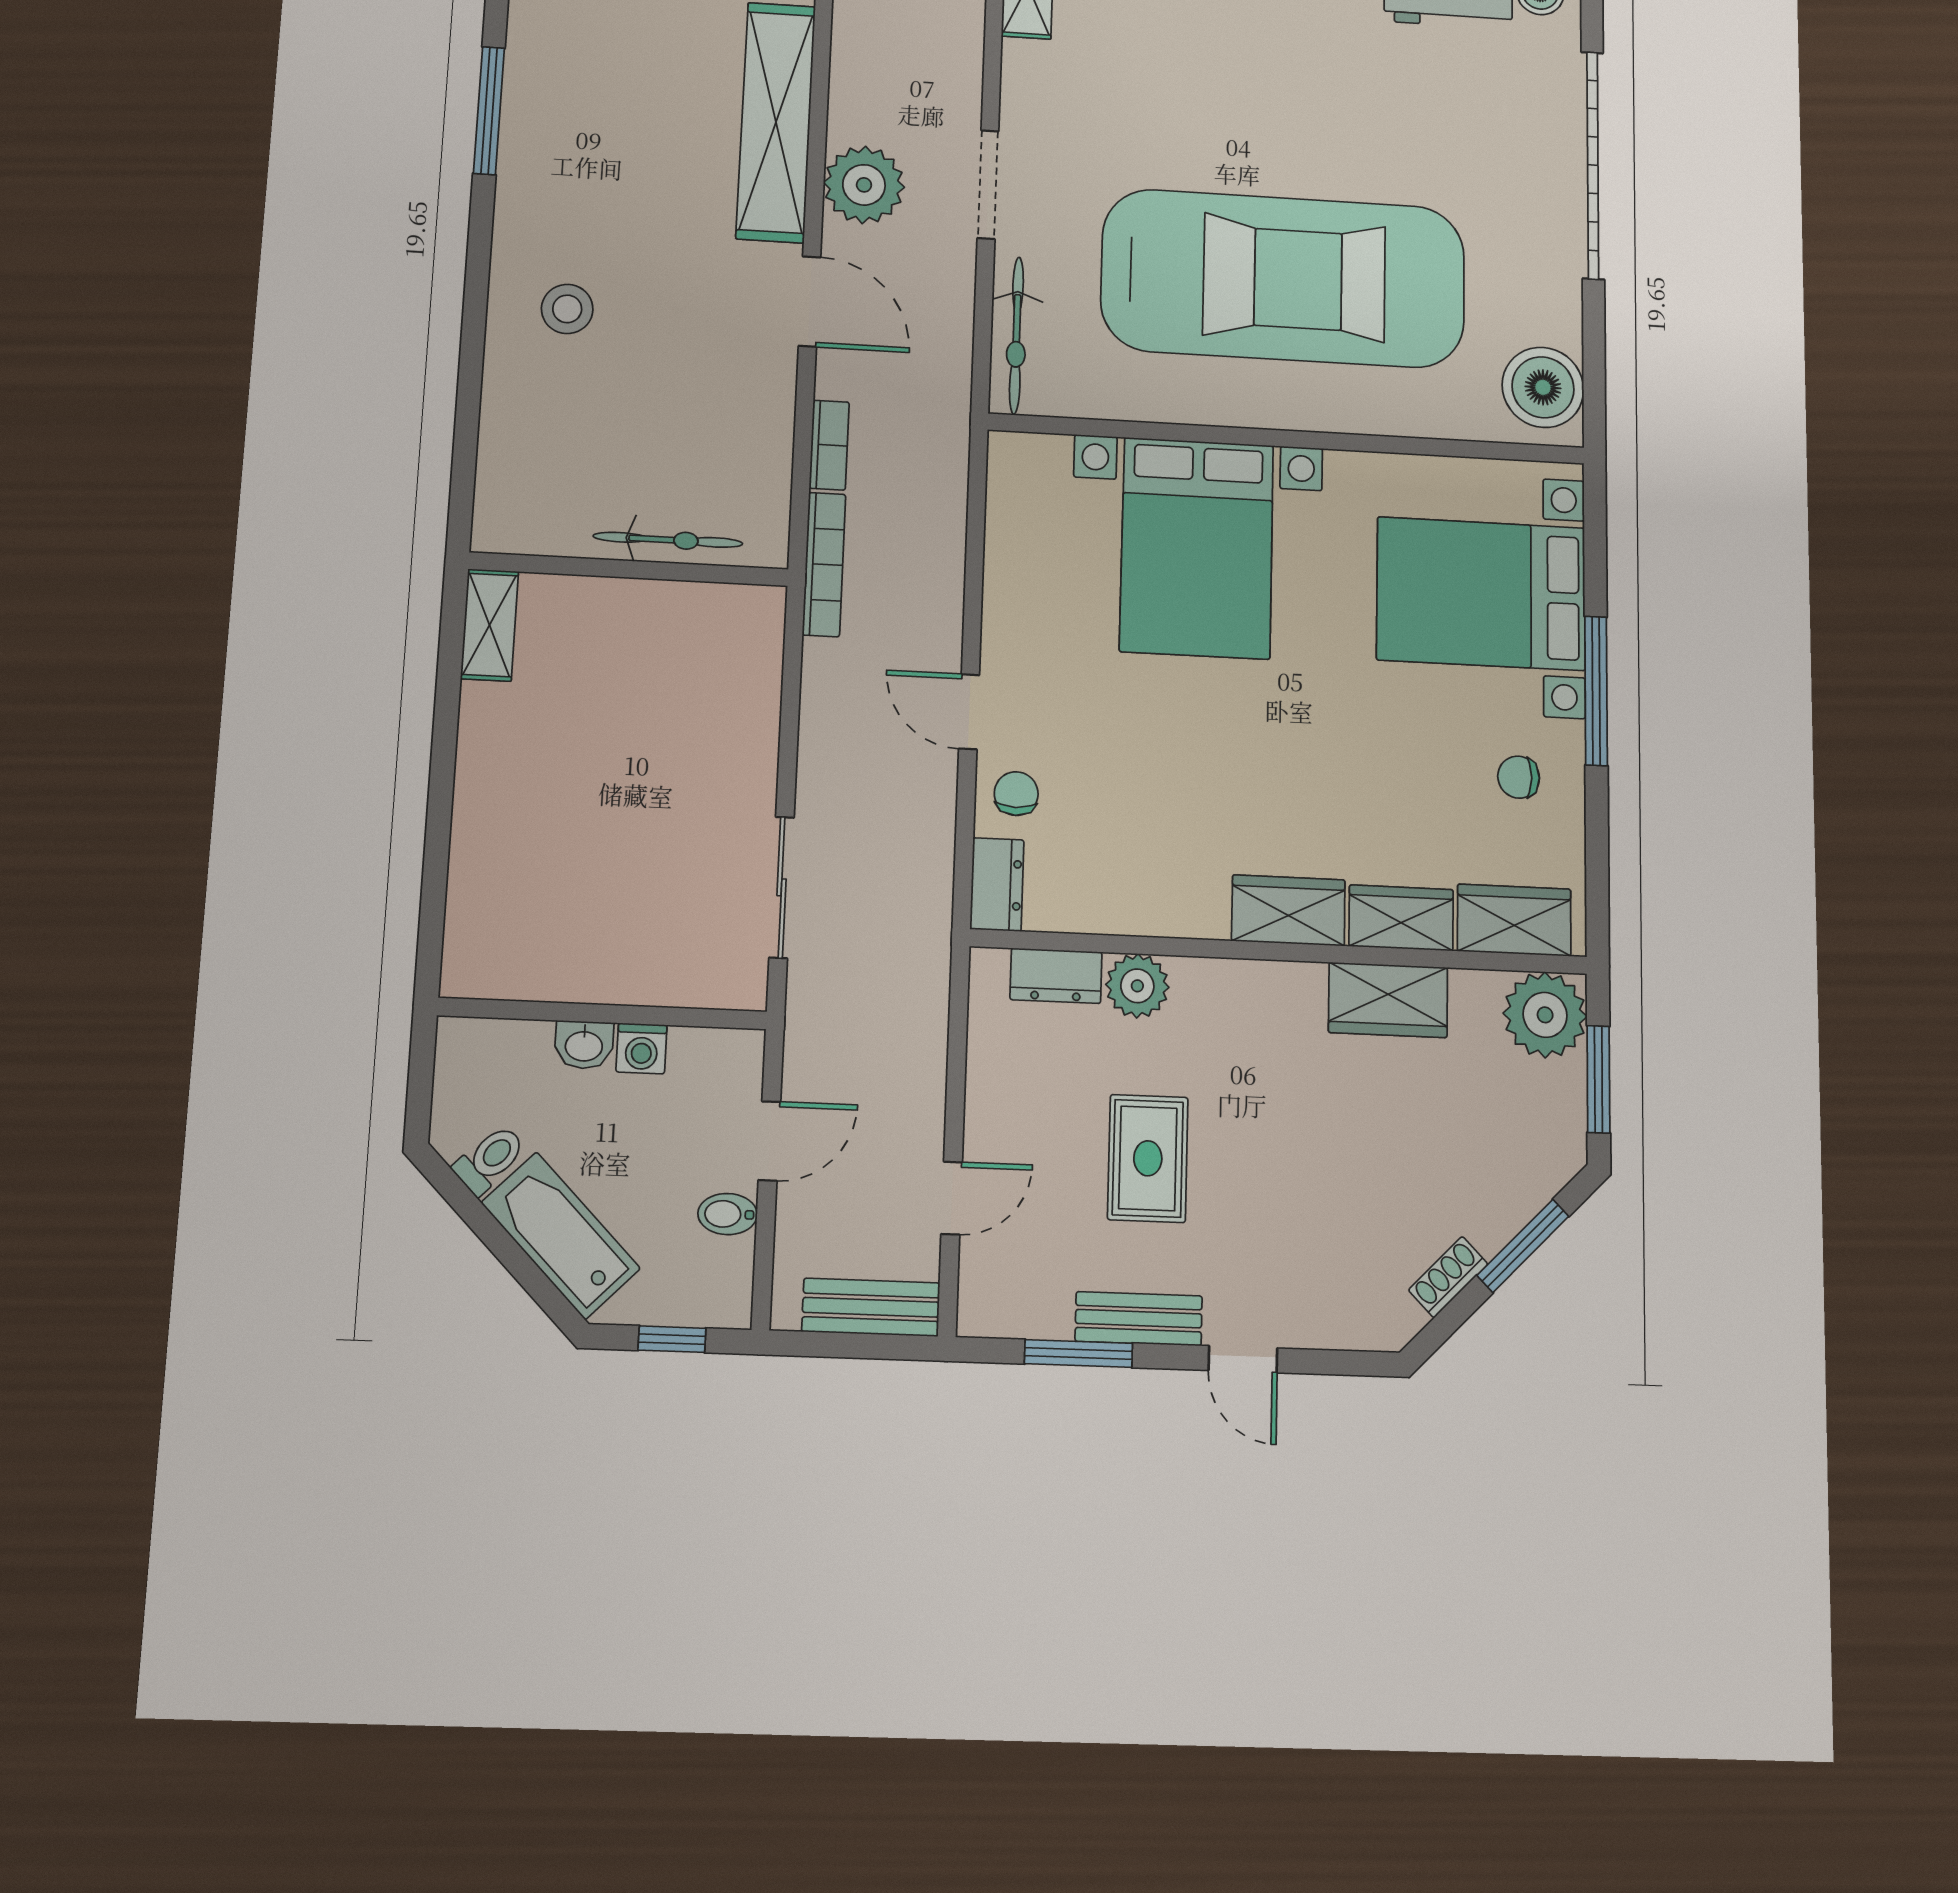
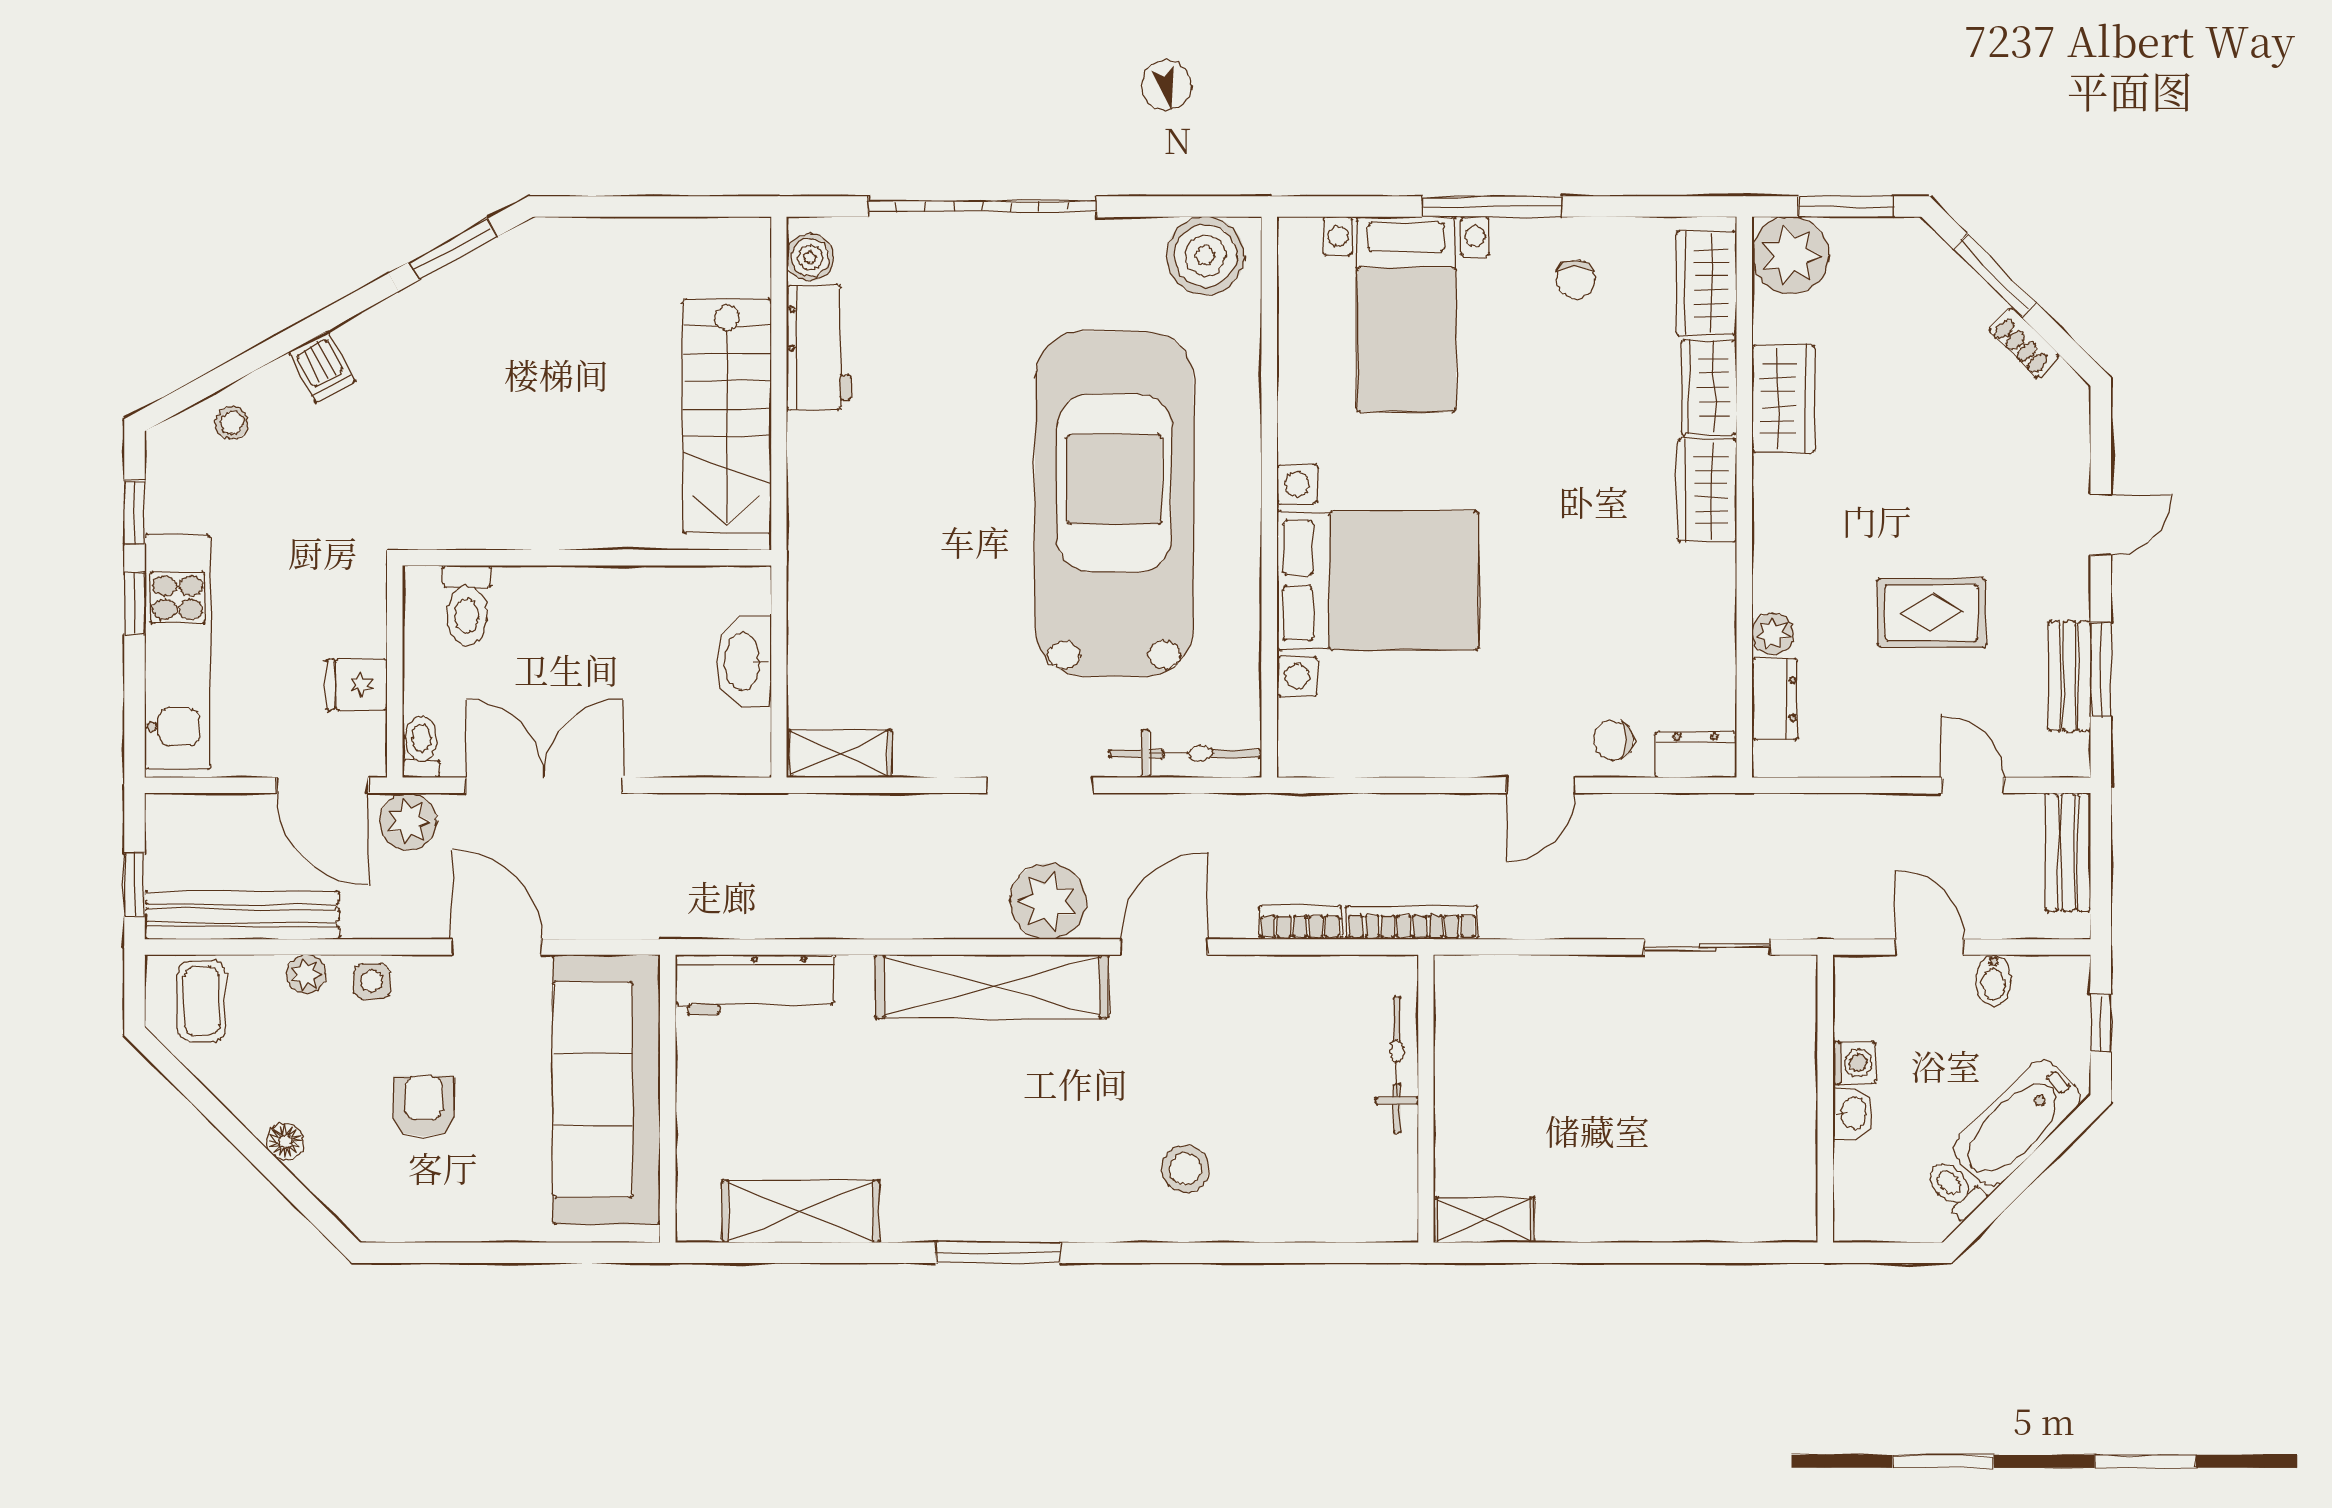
bed with nightstands: (1481, 594) -> (1406, 314), width x0.73
plant: (1137, 986) -> (1773, 634), width x0.73, depth x0.73
bench: (1139, 1319) -> (2069, 676), moved

